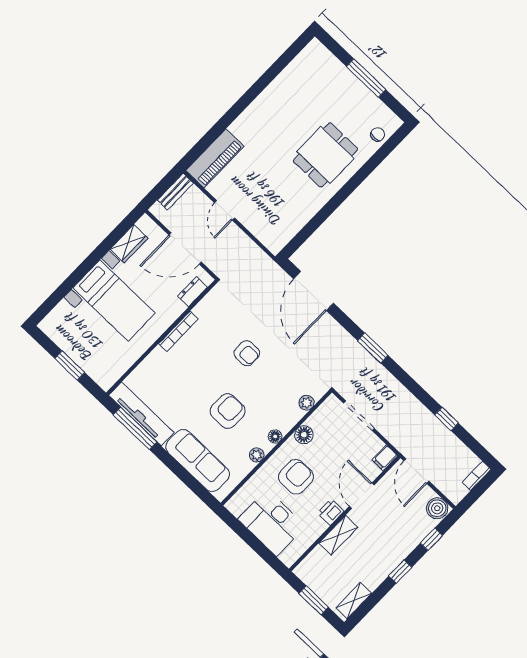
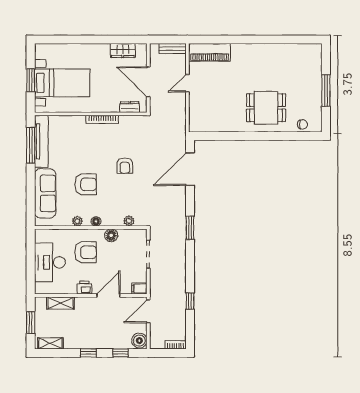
bed with nightstands: (114, 300) -> (62, 83), moved, turned -90
shelving: (338, 535) -> (60, 303), moved

